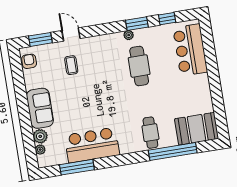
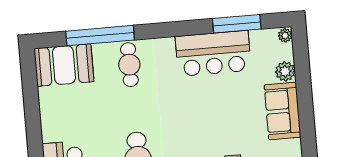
plant: (40, 150) -> (285, 35), moved

